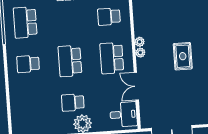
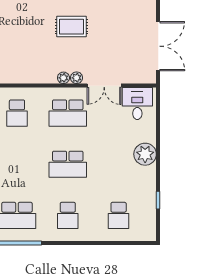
plant: (140, 42) -> (77, 78), moved
school desk: (73, 103) -> (119, 215), moved

